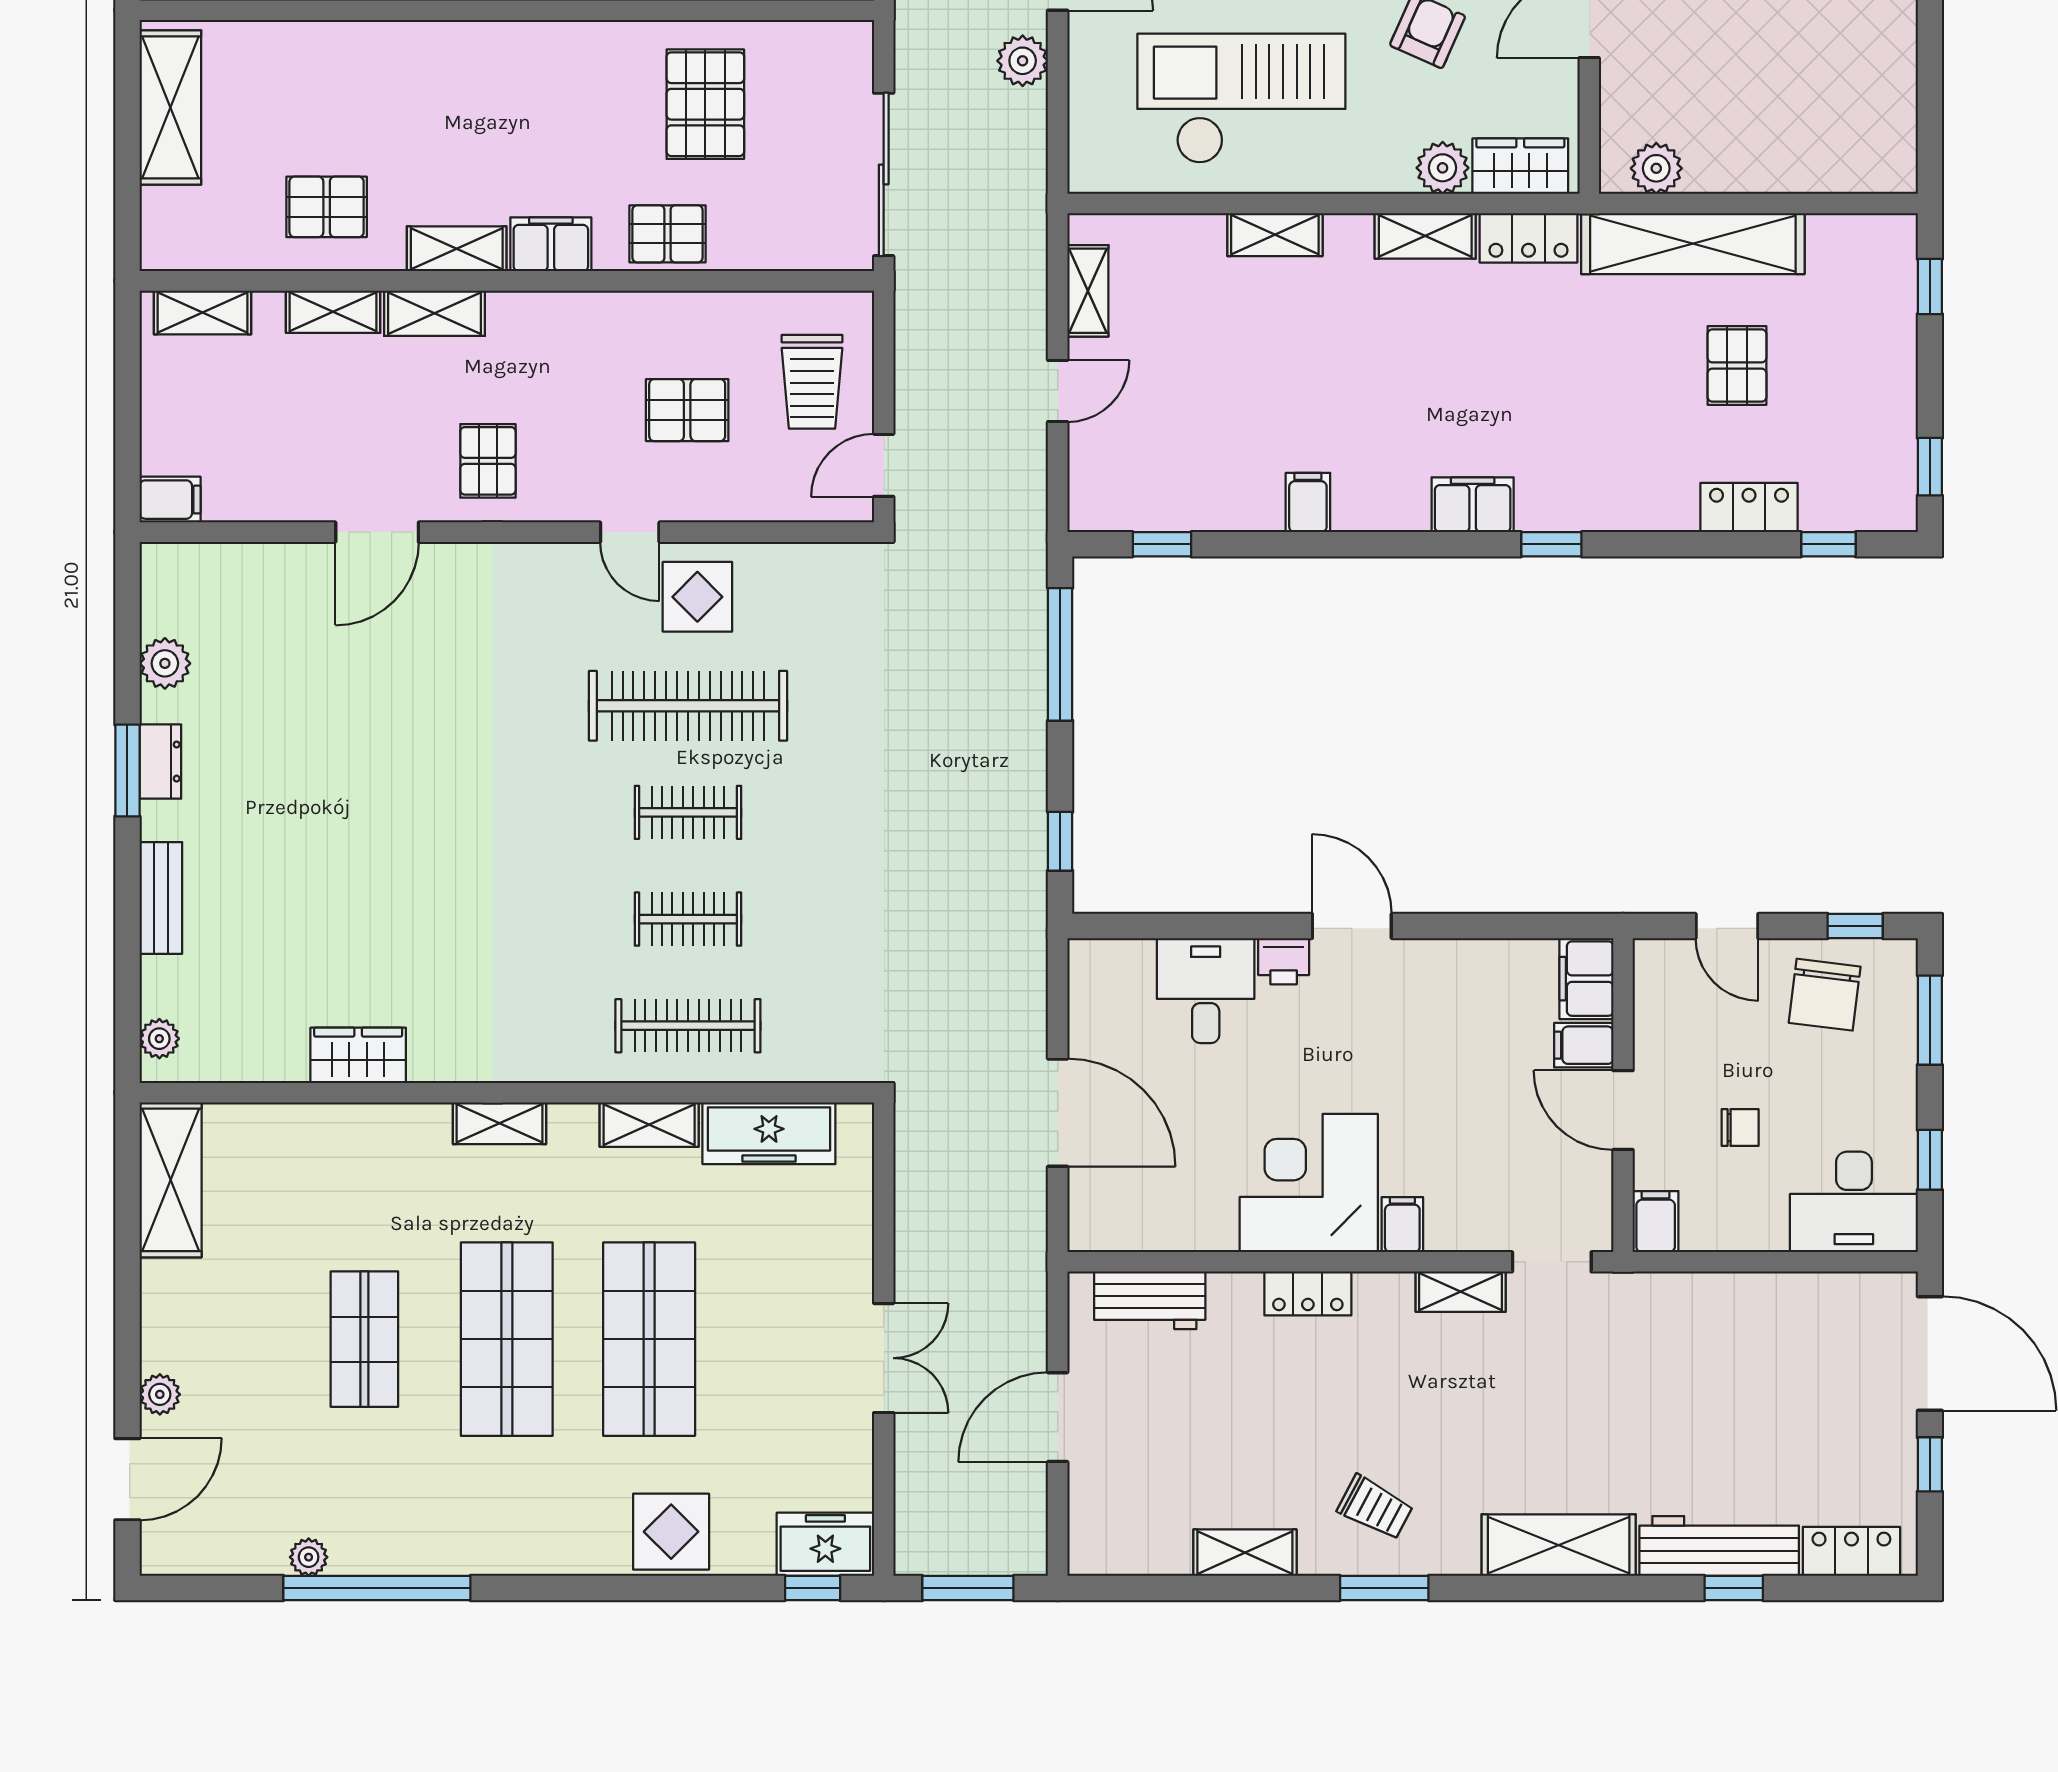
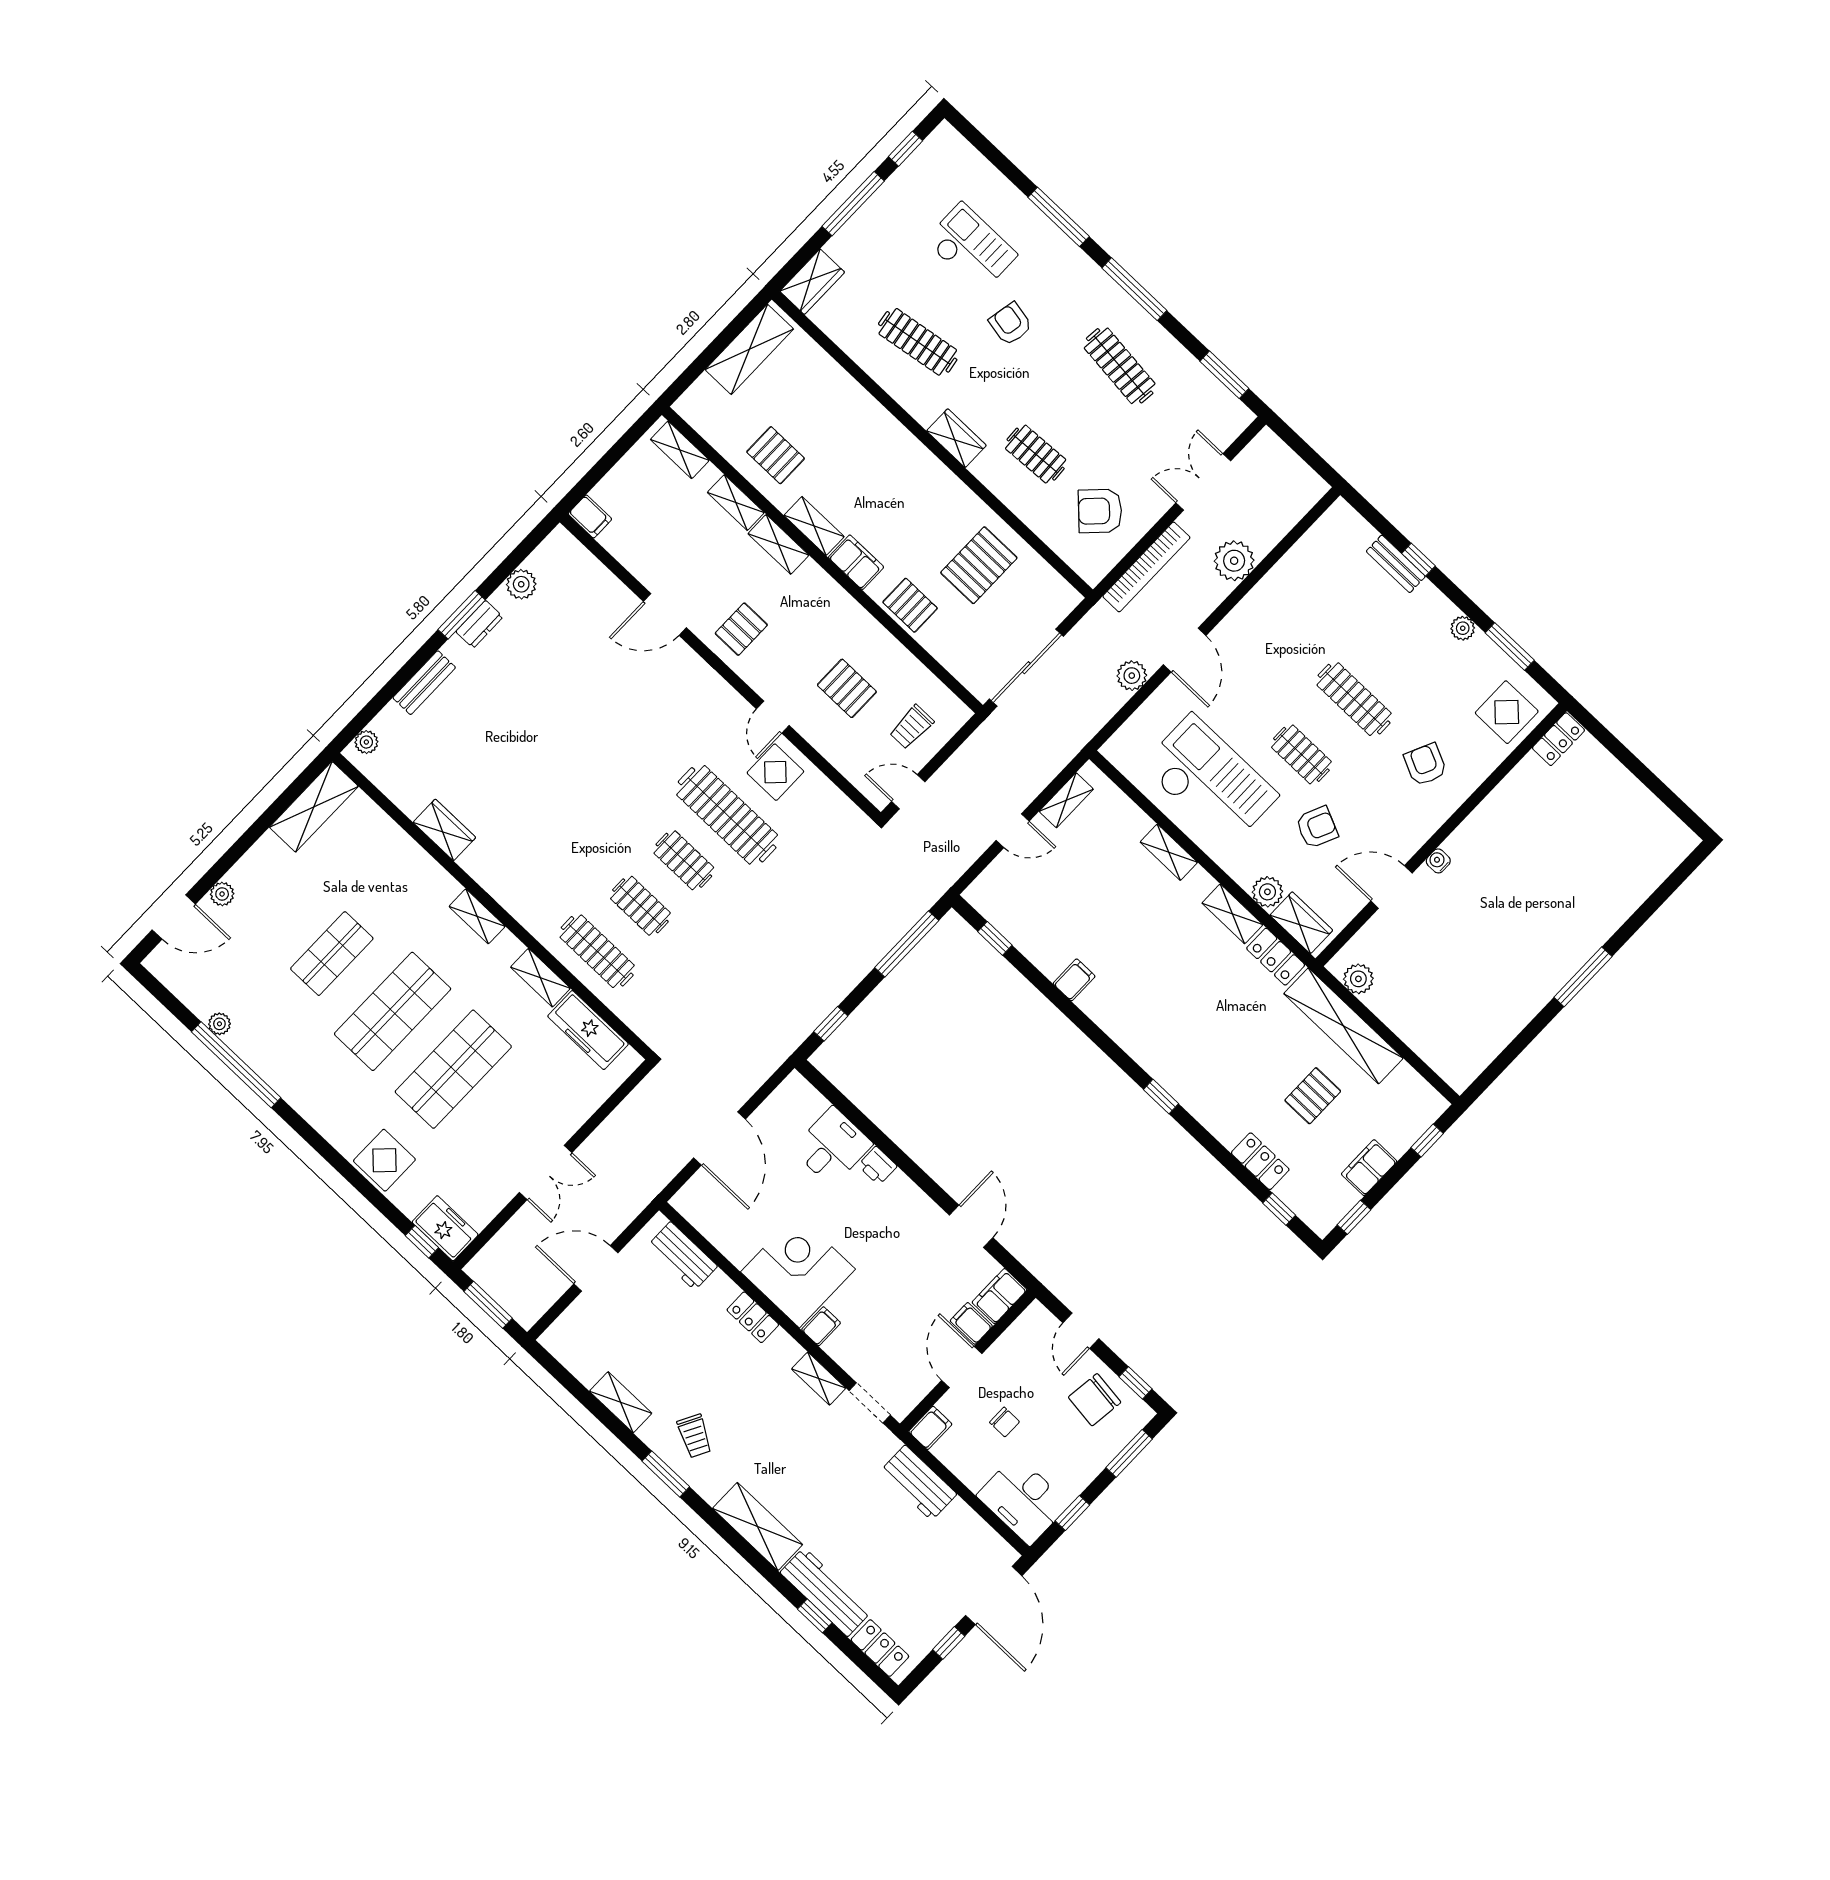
trolley: (812, 382) -> (912, 727), width x0.73, depth x0.72
filing cabinet: (1473, 505) -> (1369, 1168), moved, turned -90
door: (1352, 926) -> (971, 1226), moved
workbench: (1705, 1303) -> (918, 1483), added

